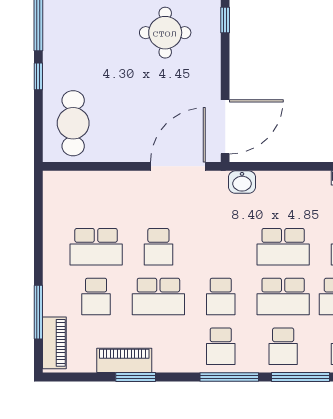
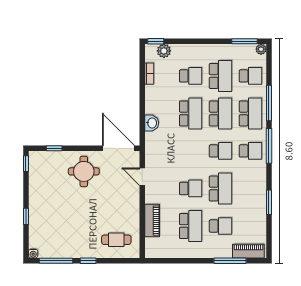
round table: (165, 33) -> (84, 171), moved
cafe table: (73, 123) -> (116, 240), width x0.73, depth x0.74
door: (178, 166) -> (142, 177), width x0.53
washbasin: (242, 182) -> (152, 123), moved
school desk: (283, 346) -> (250, 113), width x1.85
piano: (124, 360) -> (152, 221), moved, turned 180

